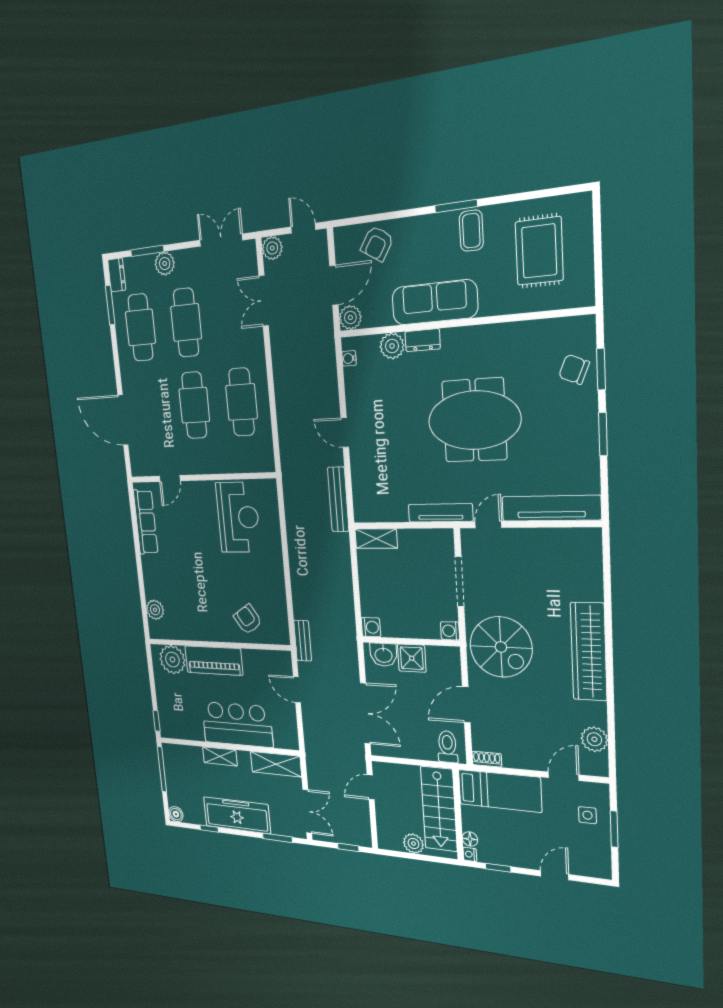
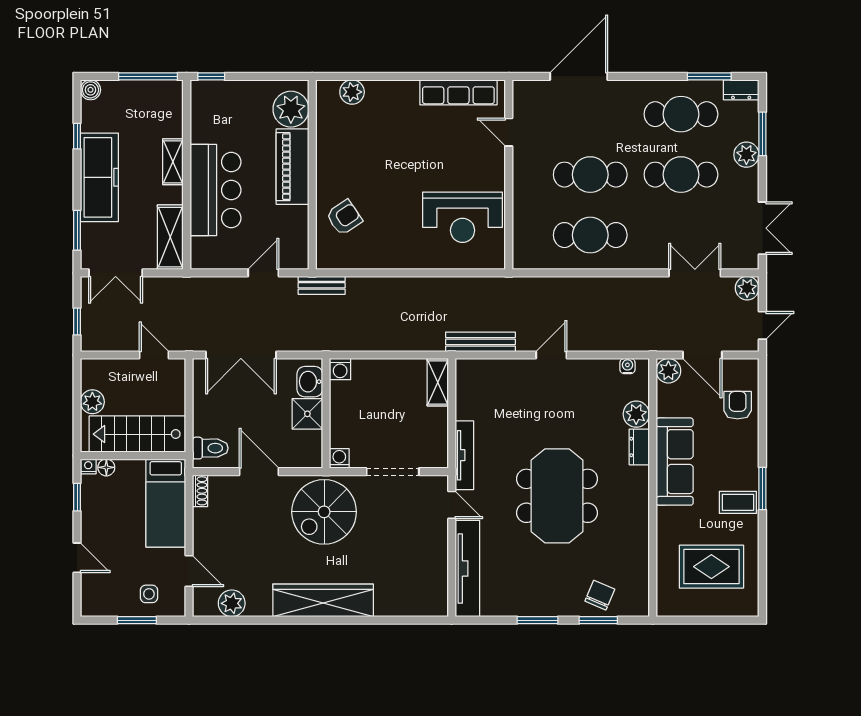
armchair: (377, 244) -> (738, 405), turned 58

